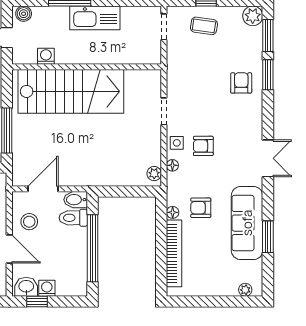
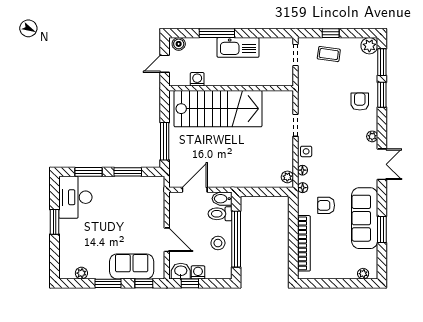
plant: (256, 125) -> (372, 136), added
armchair: (203, 146) -> (328, 154), removed
floor lamp: (173, 212) -> (303, 188), moved
stool: (29, 222) -> (218, 243), moved

